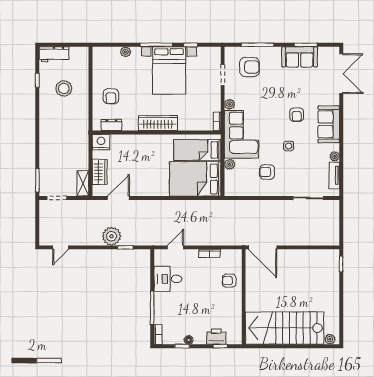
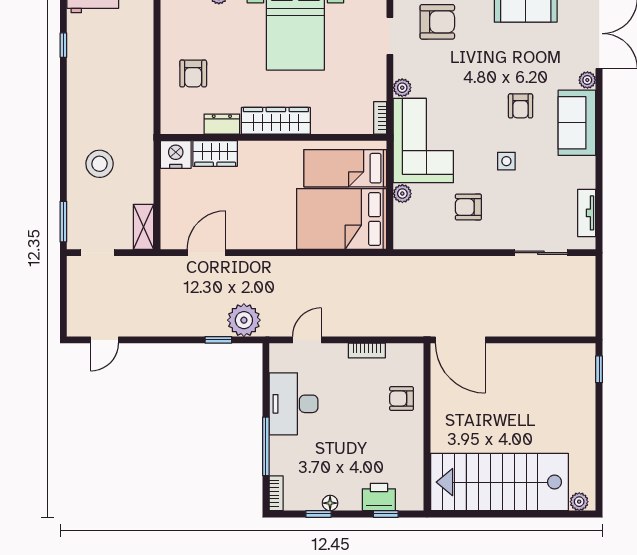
stool: (64, 88) -> (100, 164), moved
dresser: (111, 125) -> (222, 124), moved
plant: (335, 156) -> (587, 80), moved
wardrobe: (100, 172) -> (215, 153), moved, turned 90
plant: (112, 236) -> (244, 320), moved
desk: (168, 279) -> (294, 404), width x1.37

